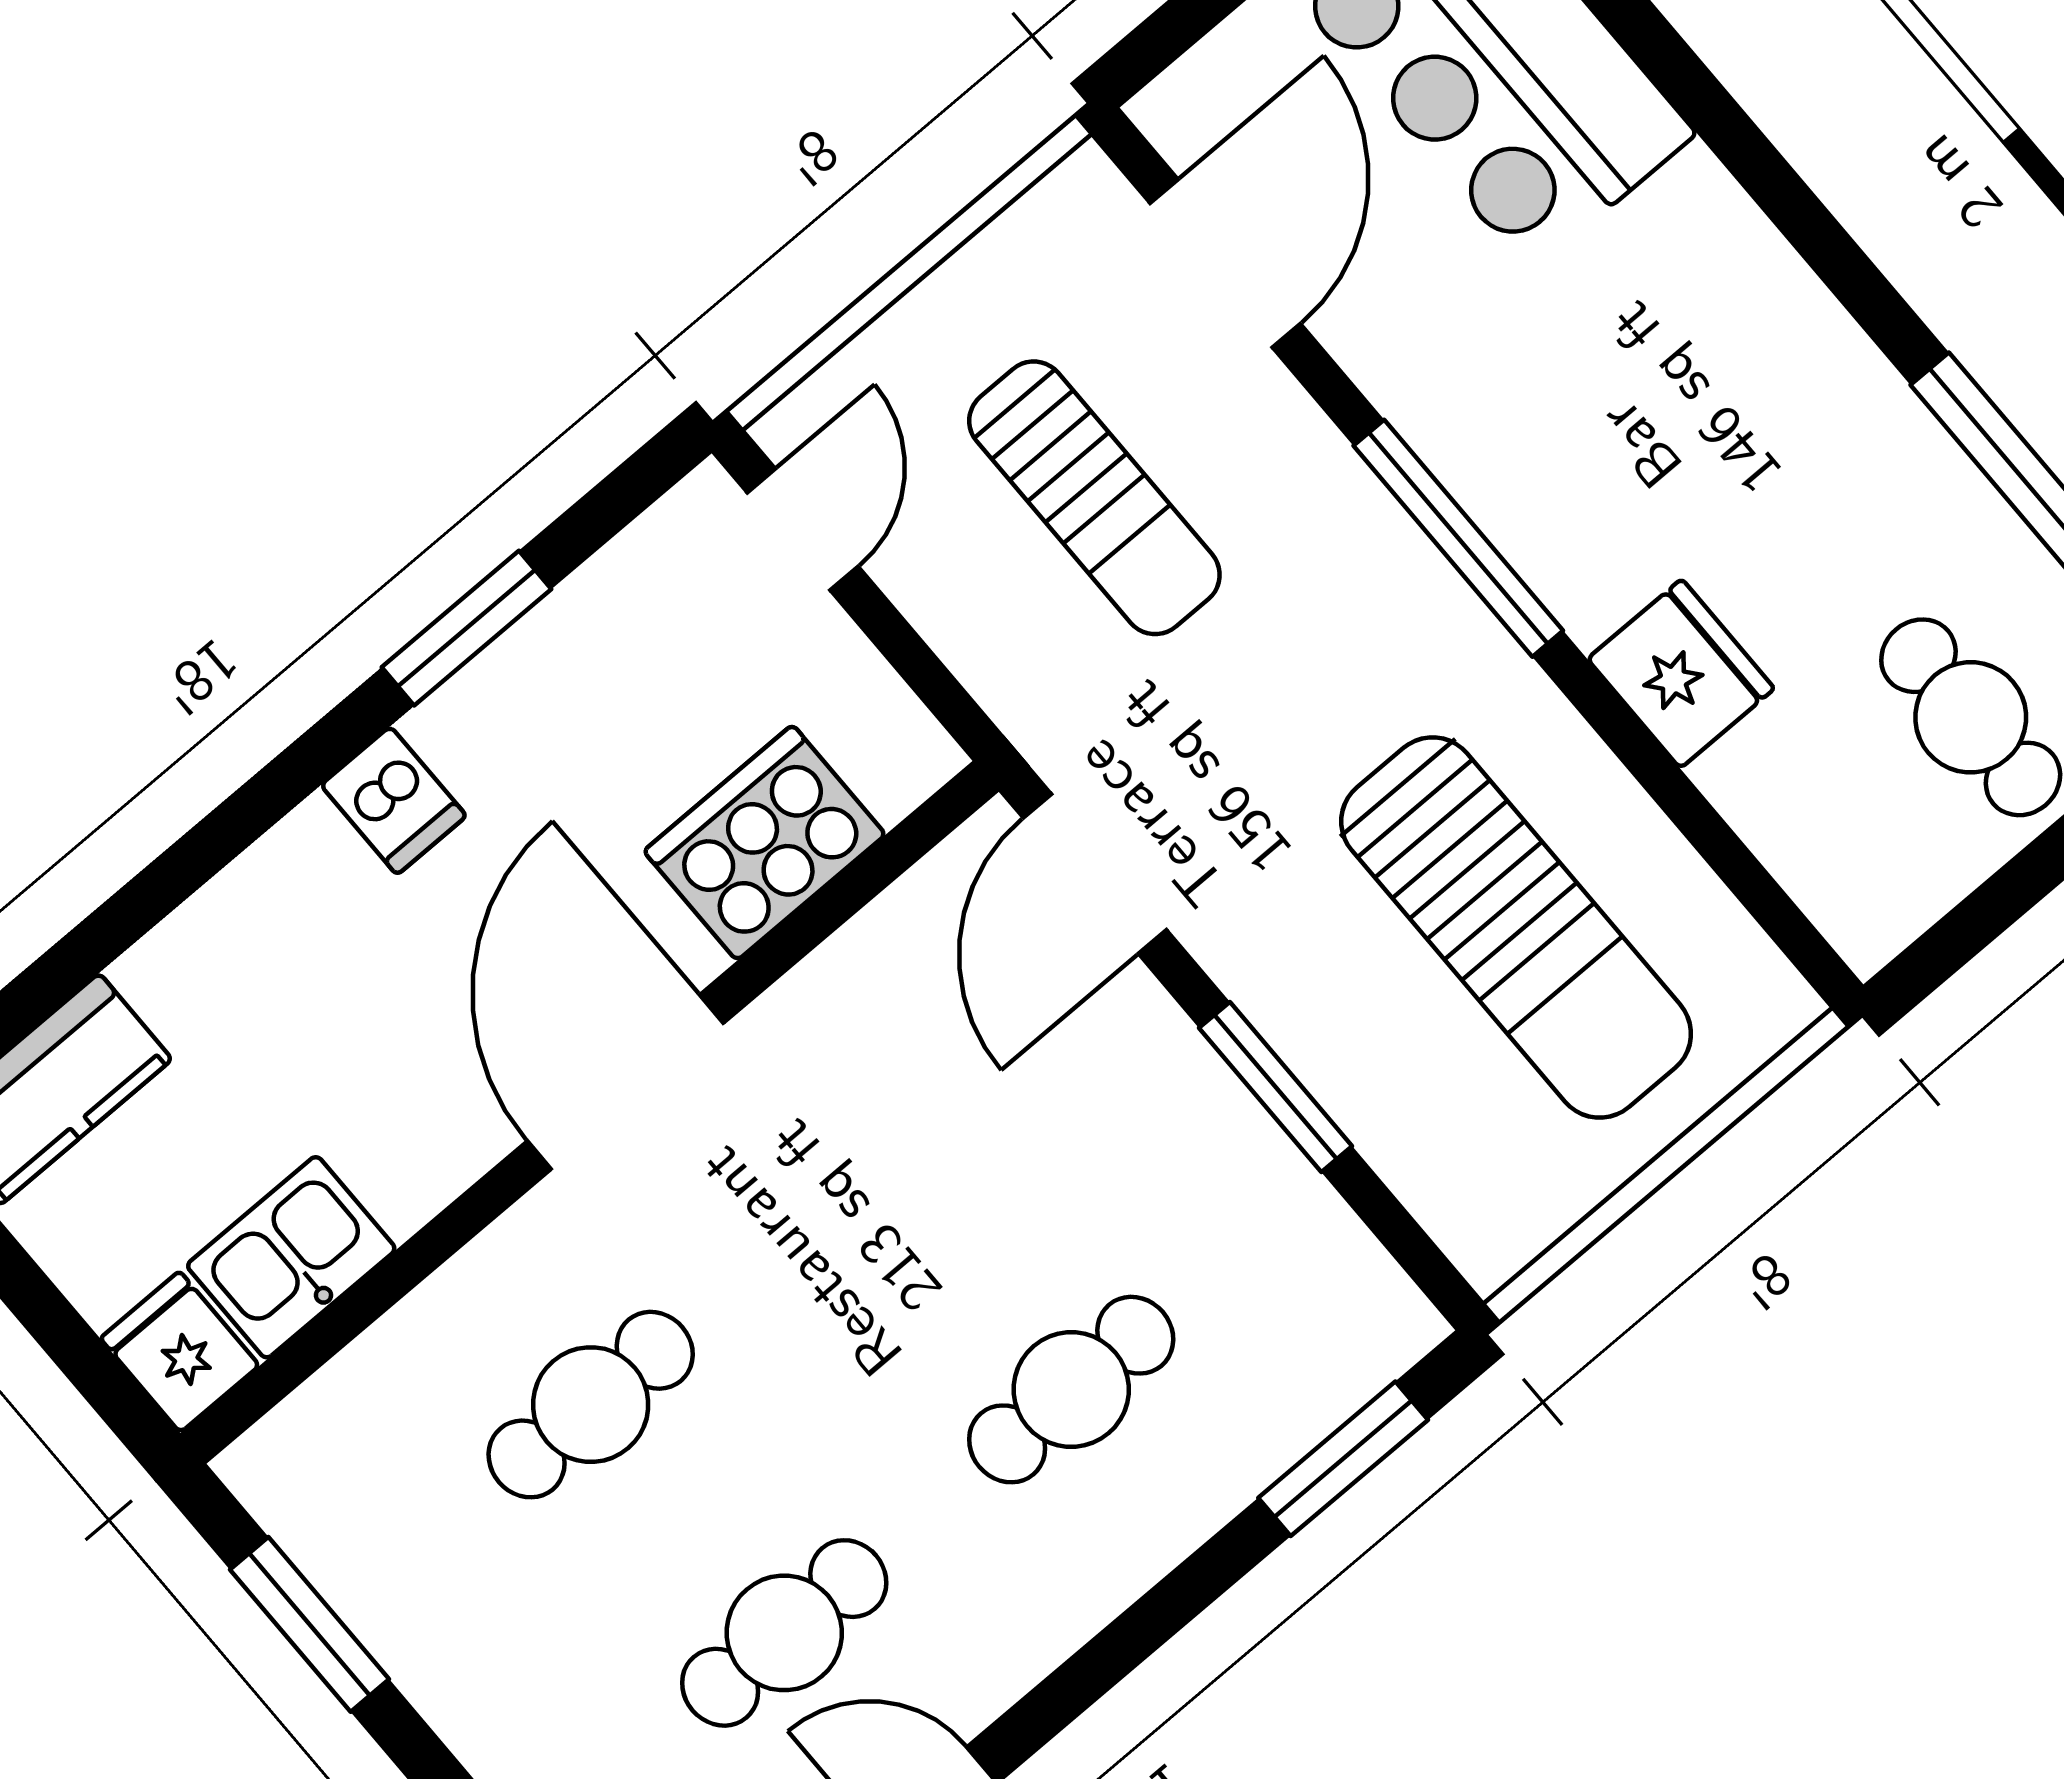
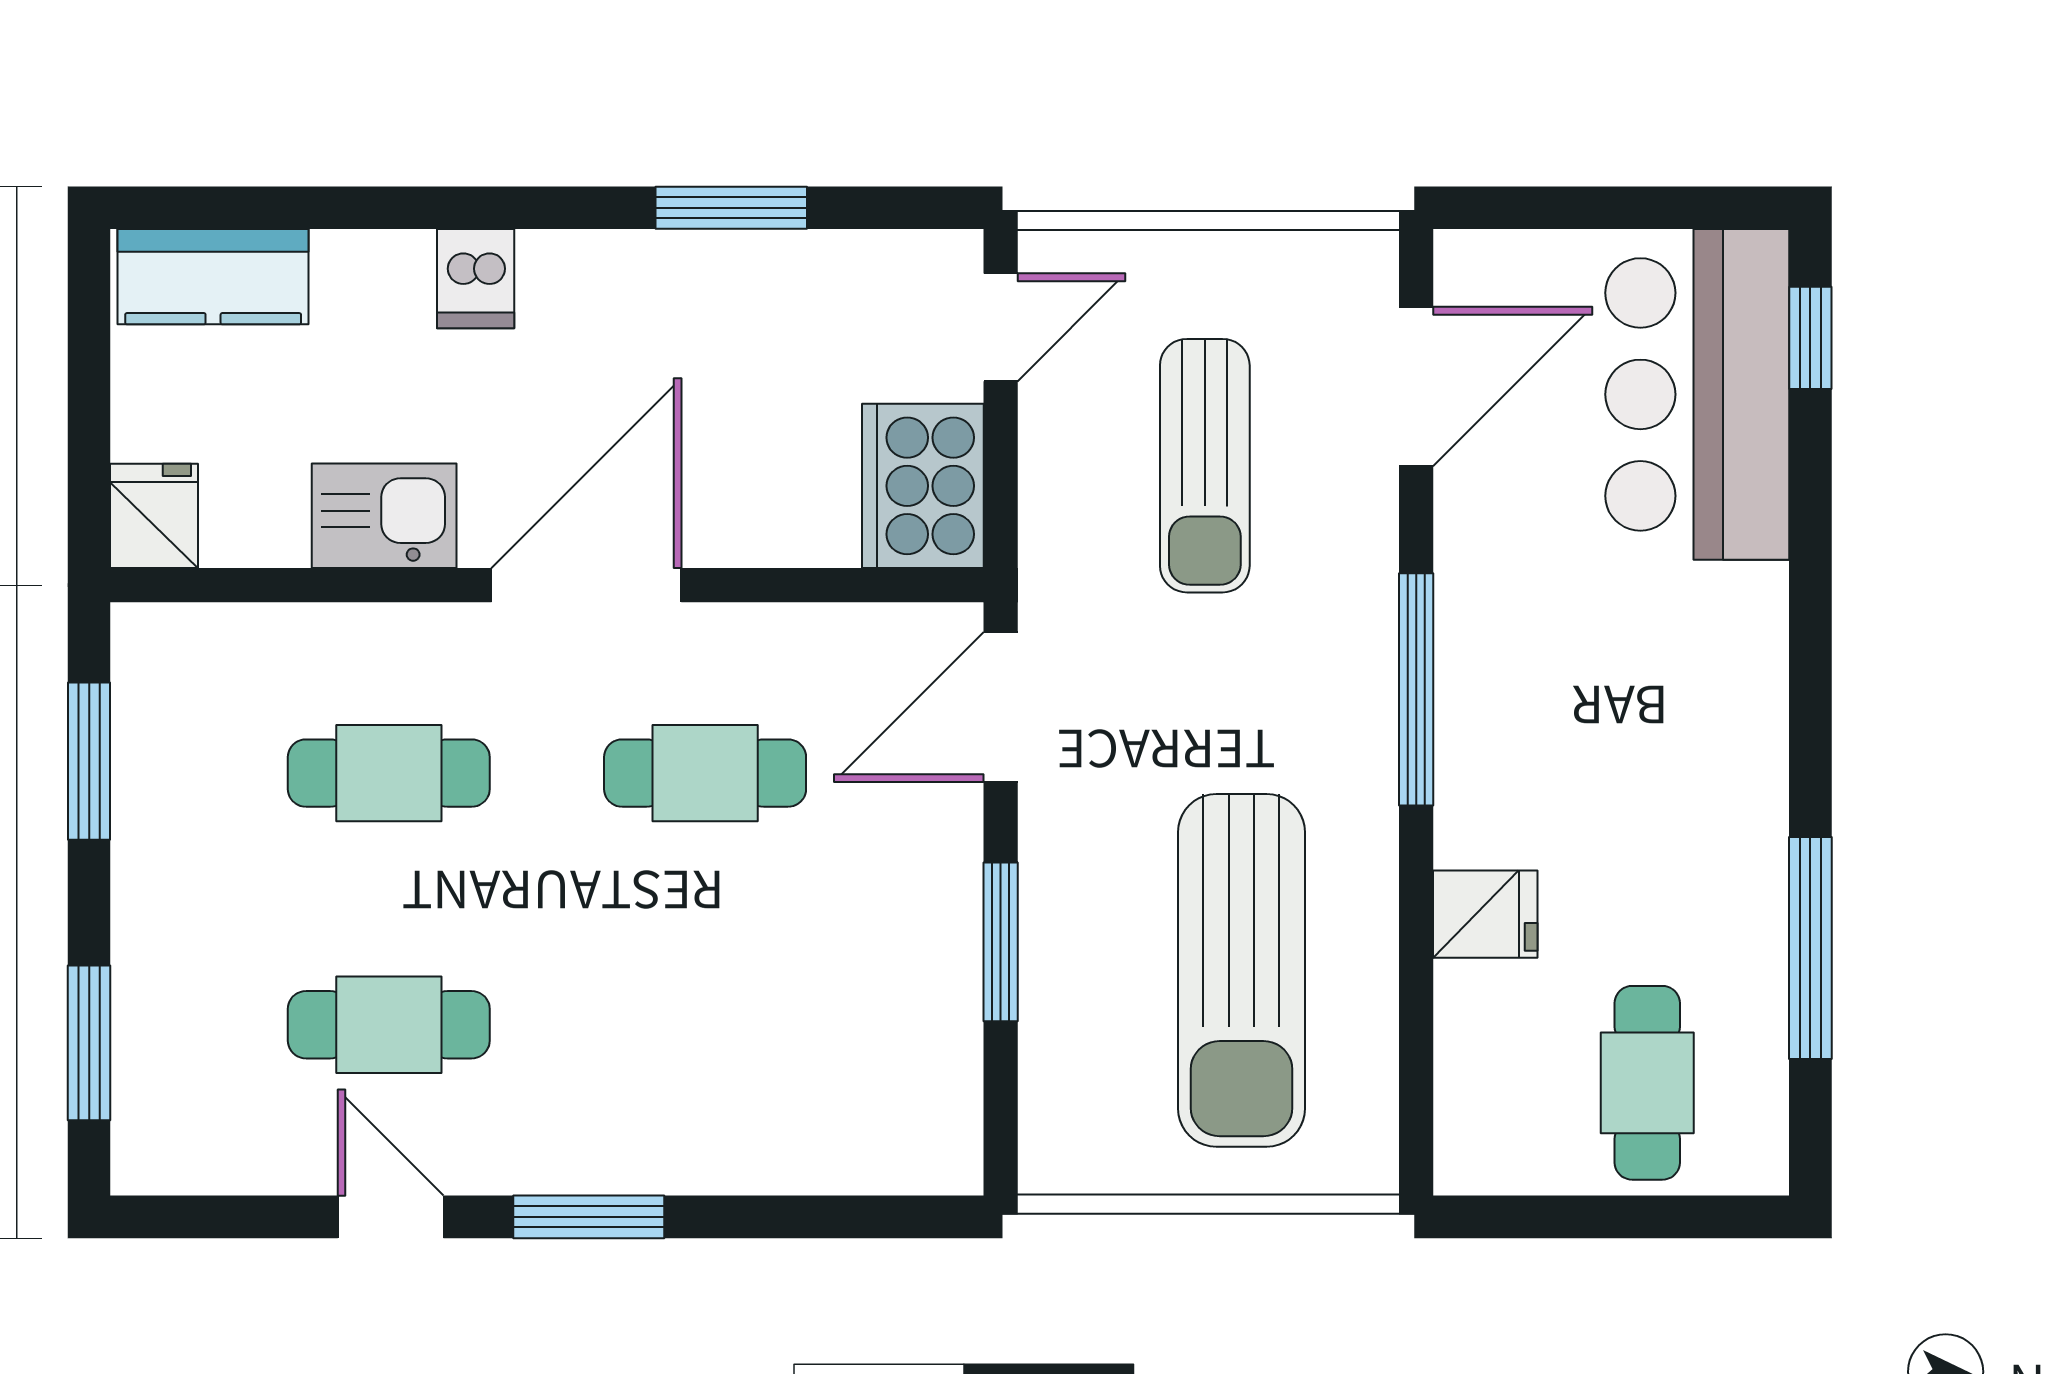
fridge: (1681, 674) -> (1485, 914), width x0.72
dishwasher: (394, 801) -> (476, 279), moved
cooker: (765, 843) -> (923, 486), moved, turned -90
kitchen sink: (291, 1257) -> (384, 516), moved
cafe table: (1071, 1390) -> (705, 773), moved
window: (1343, 1459) -> (589, 1217), moved

